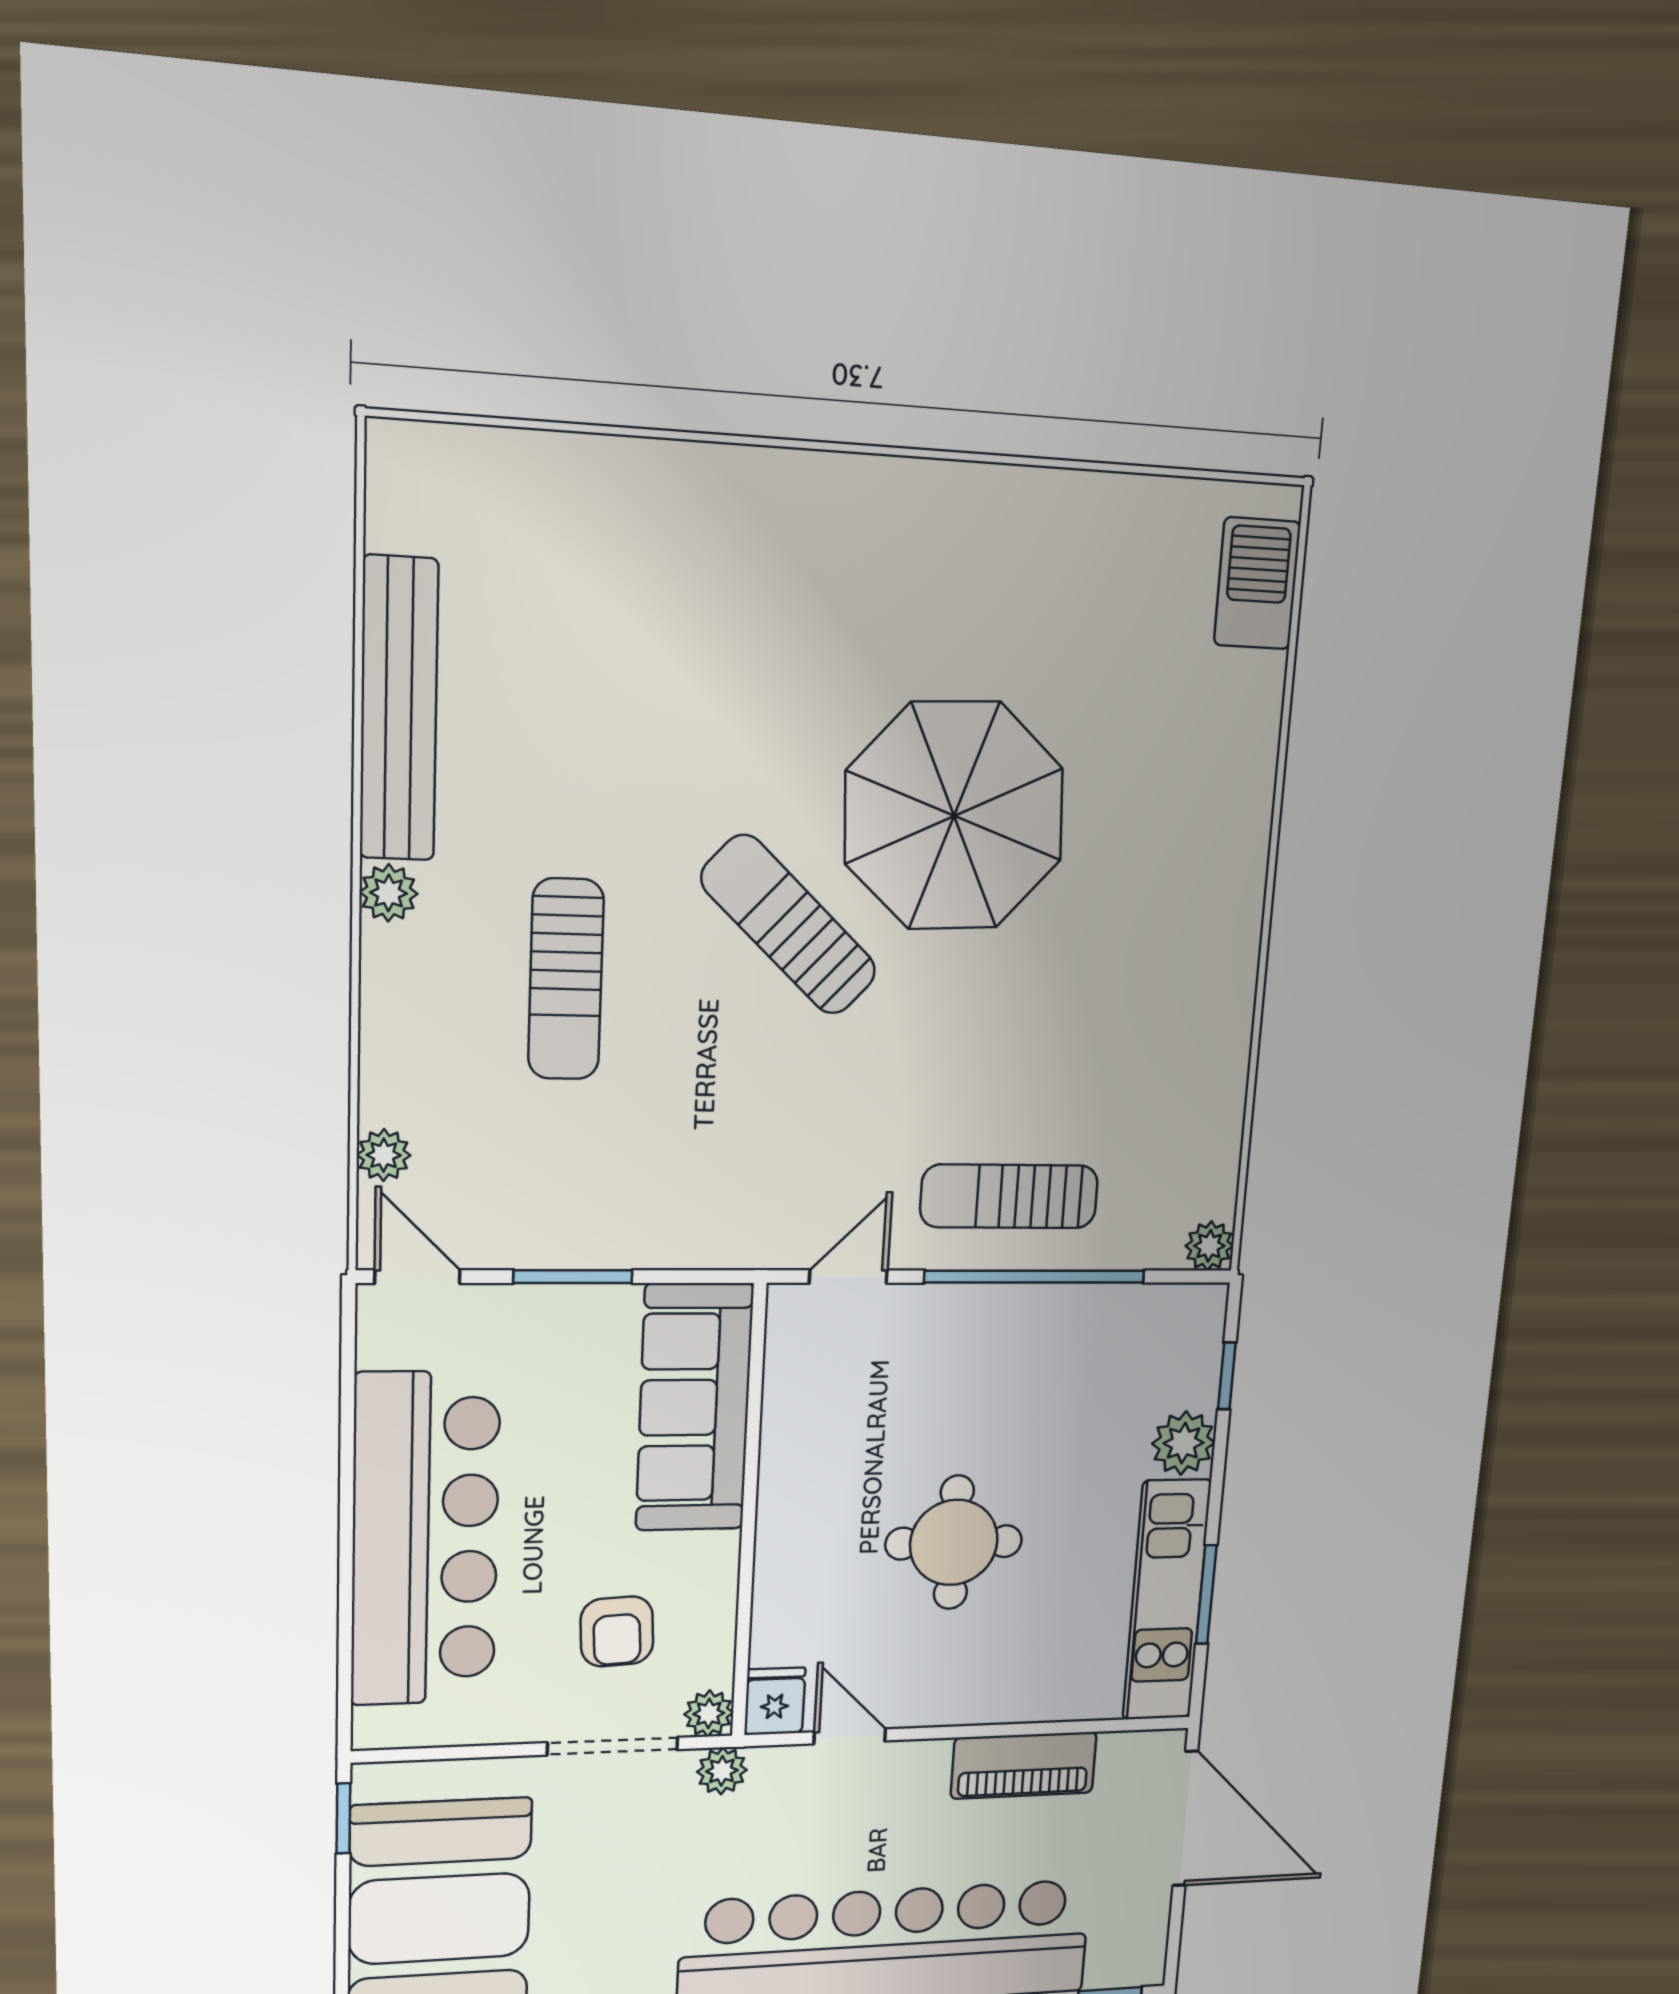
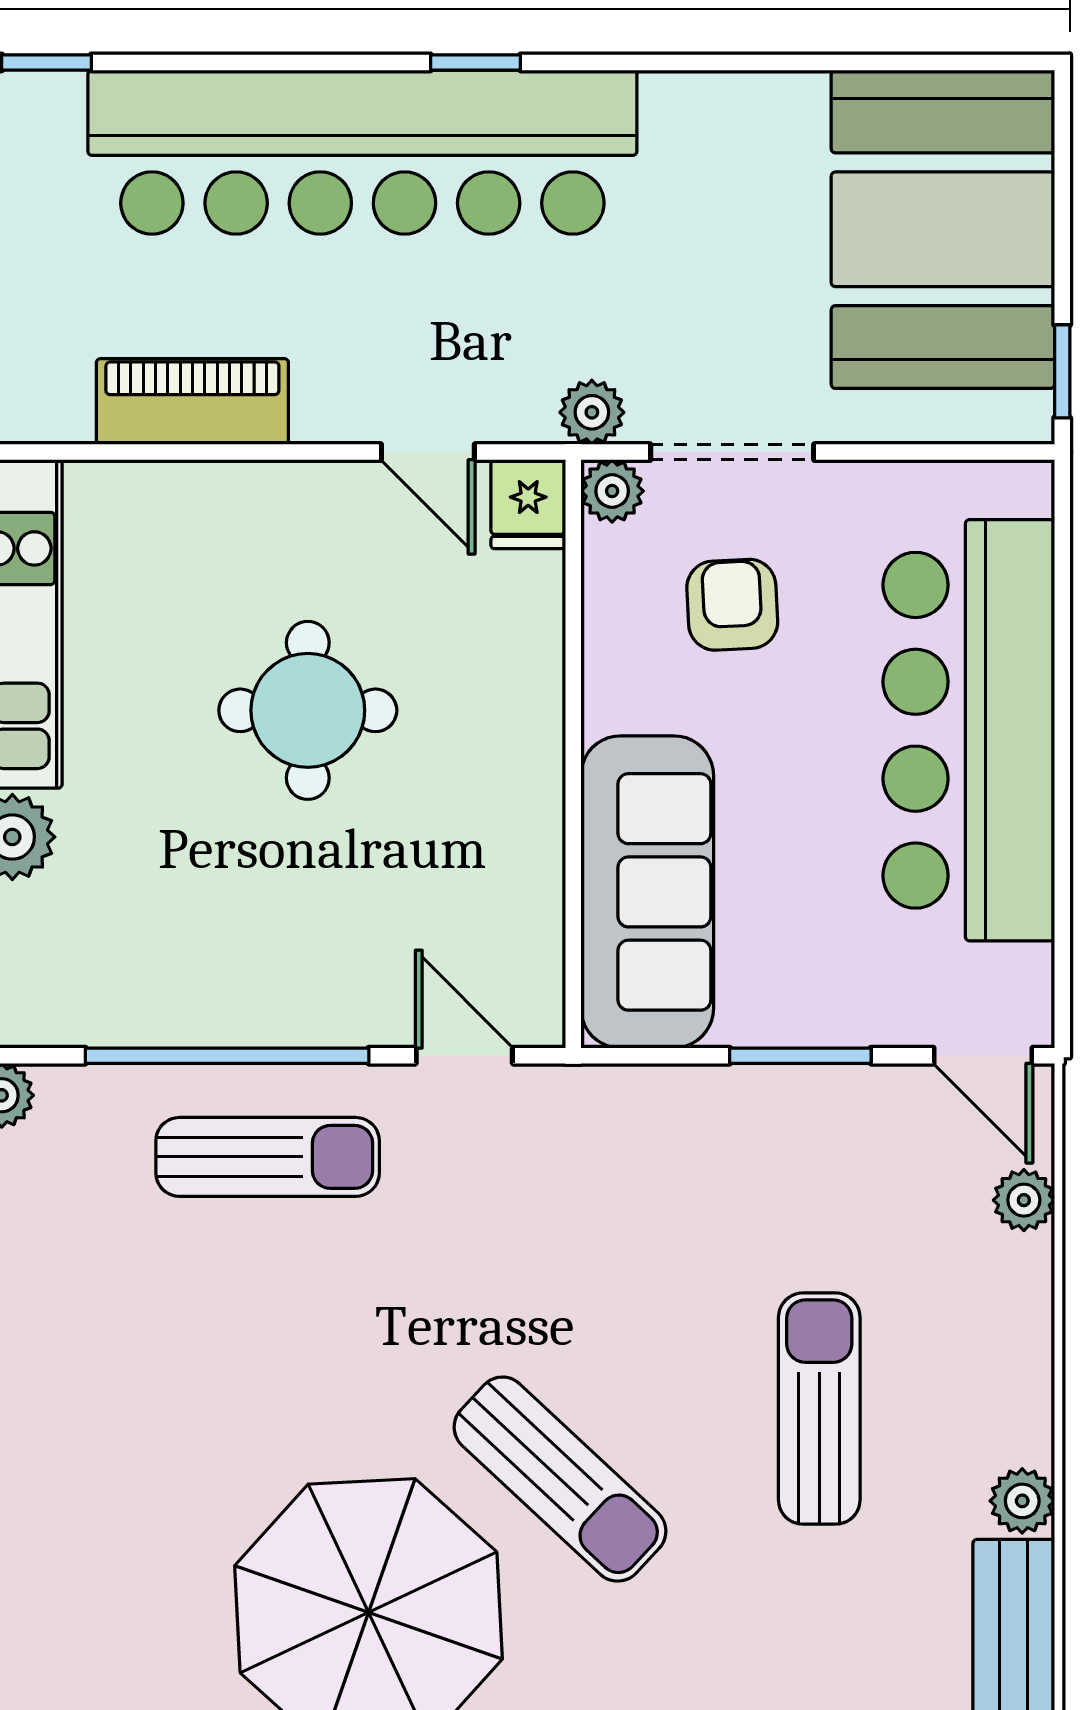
door: (848, 1277) -> (464, 1056), swing flipped

